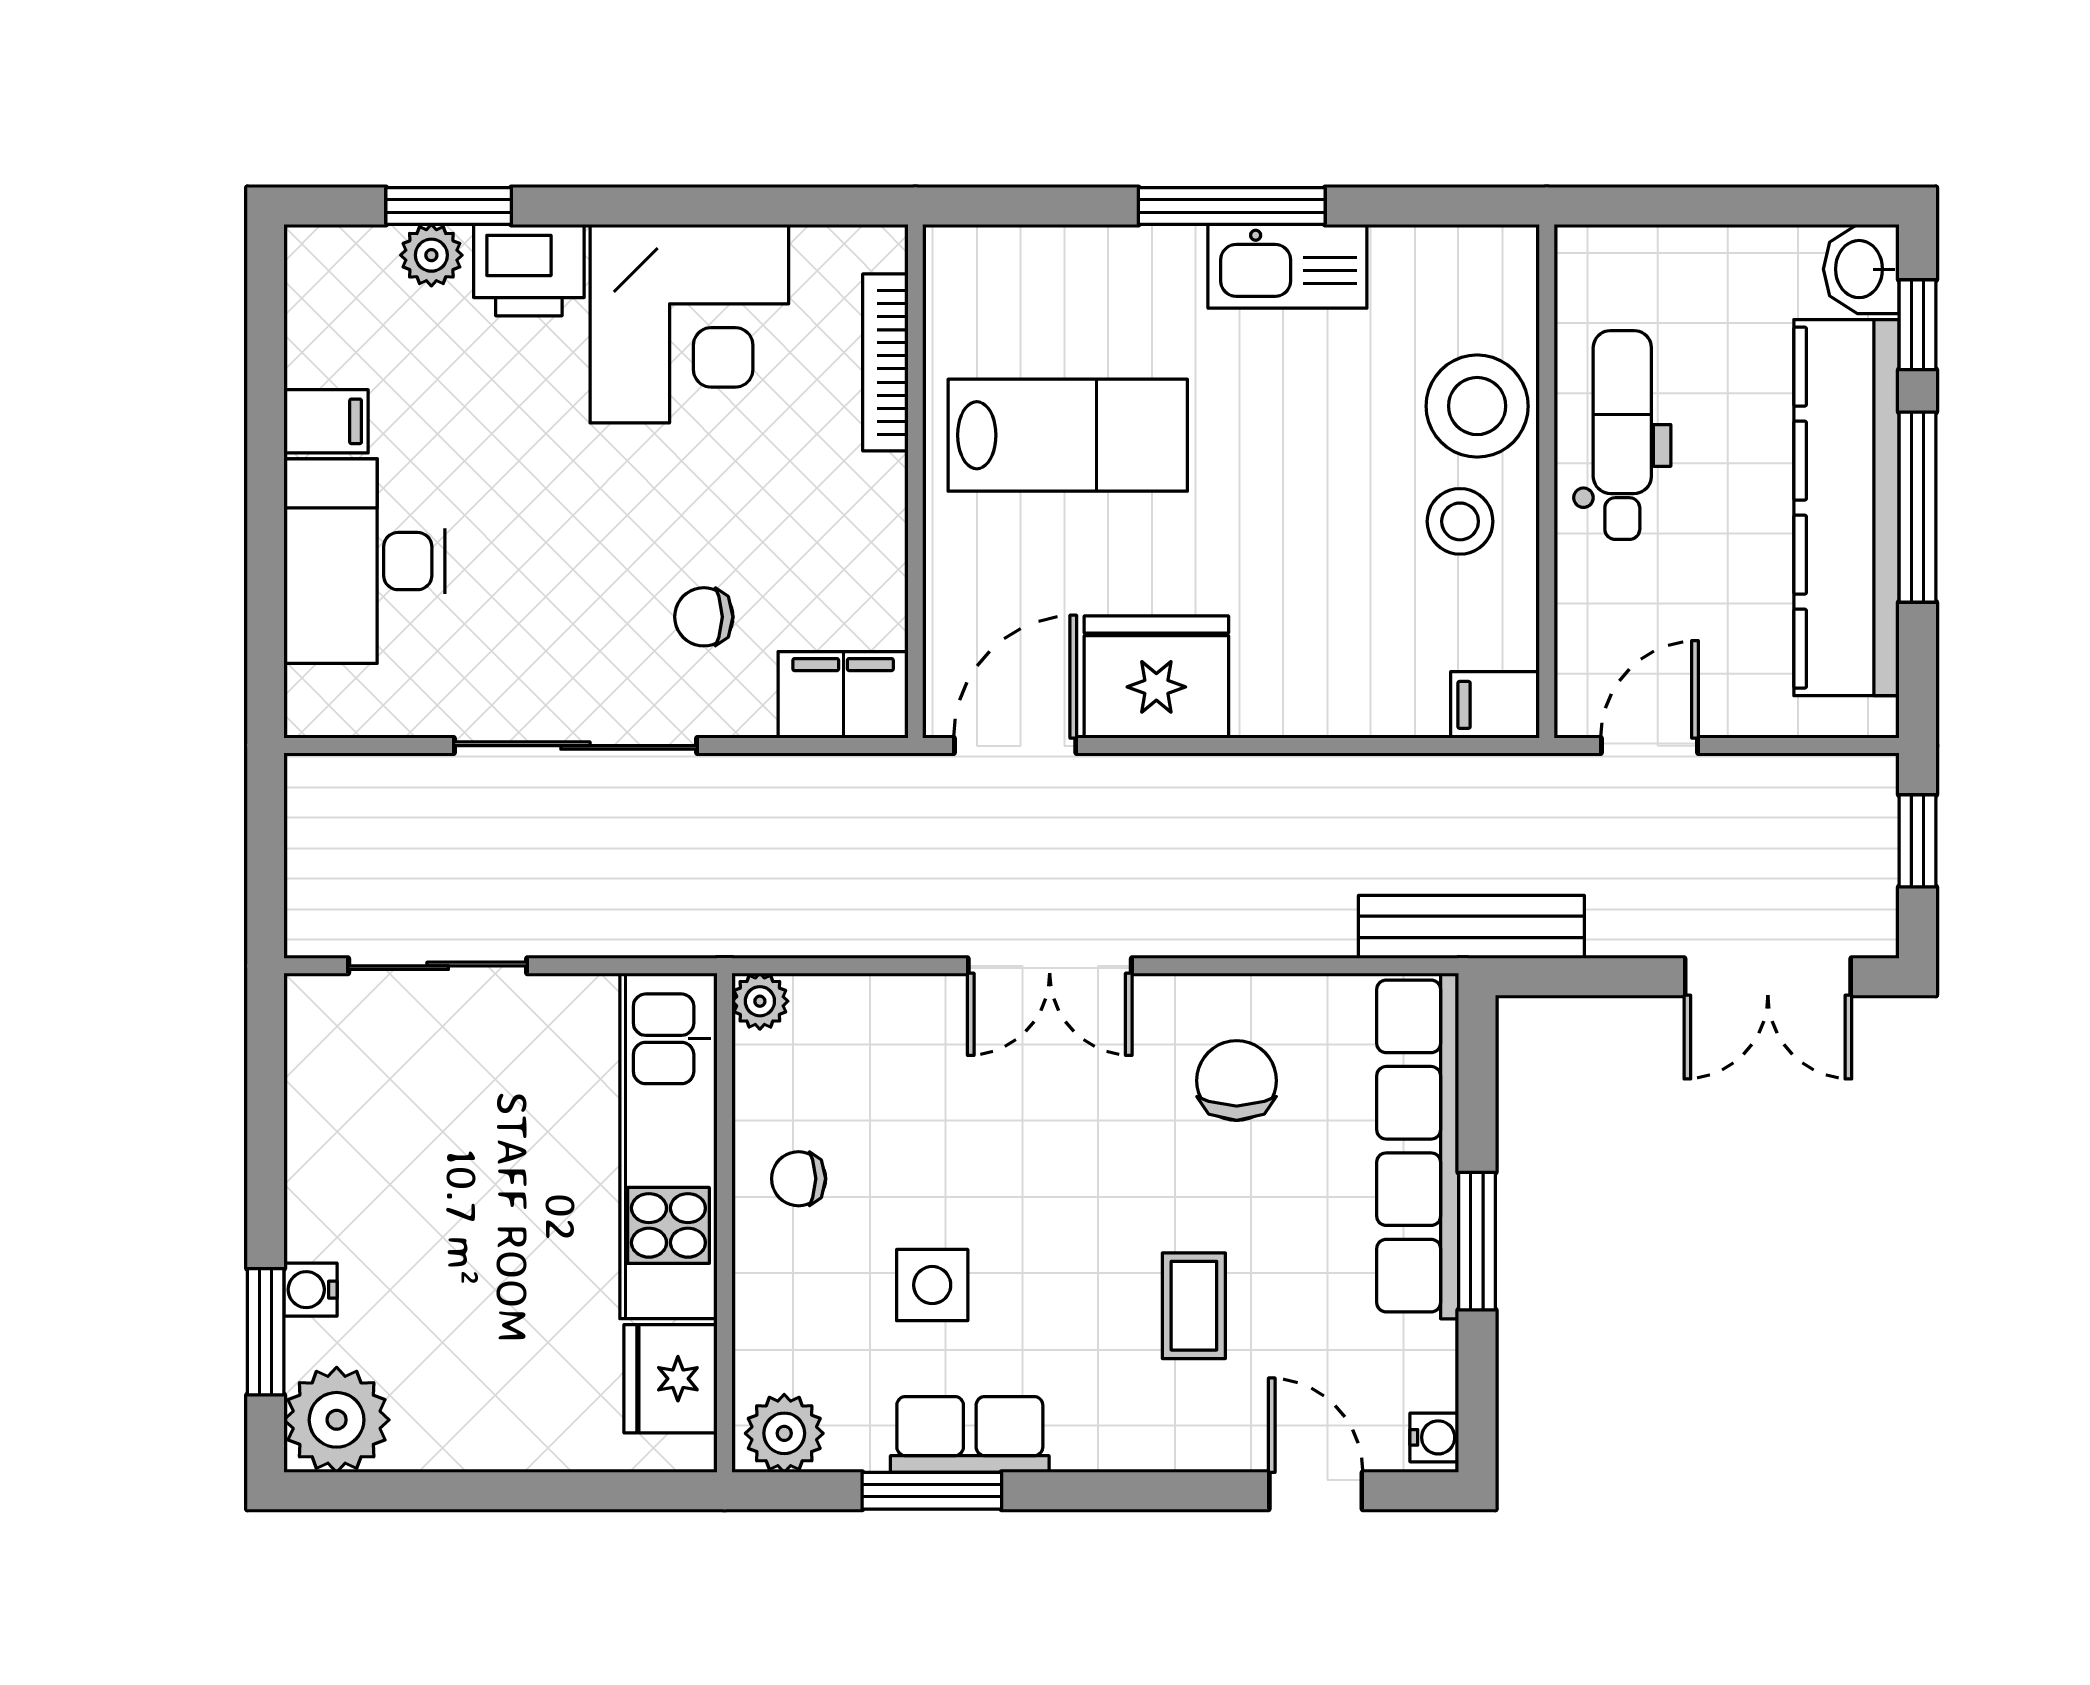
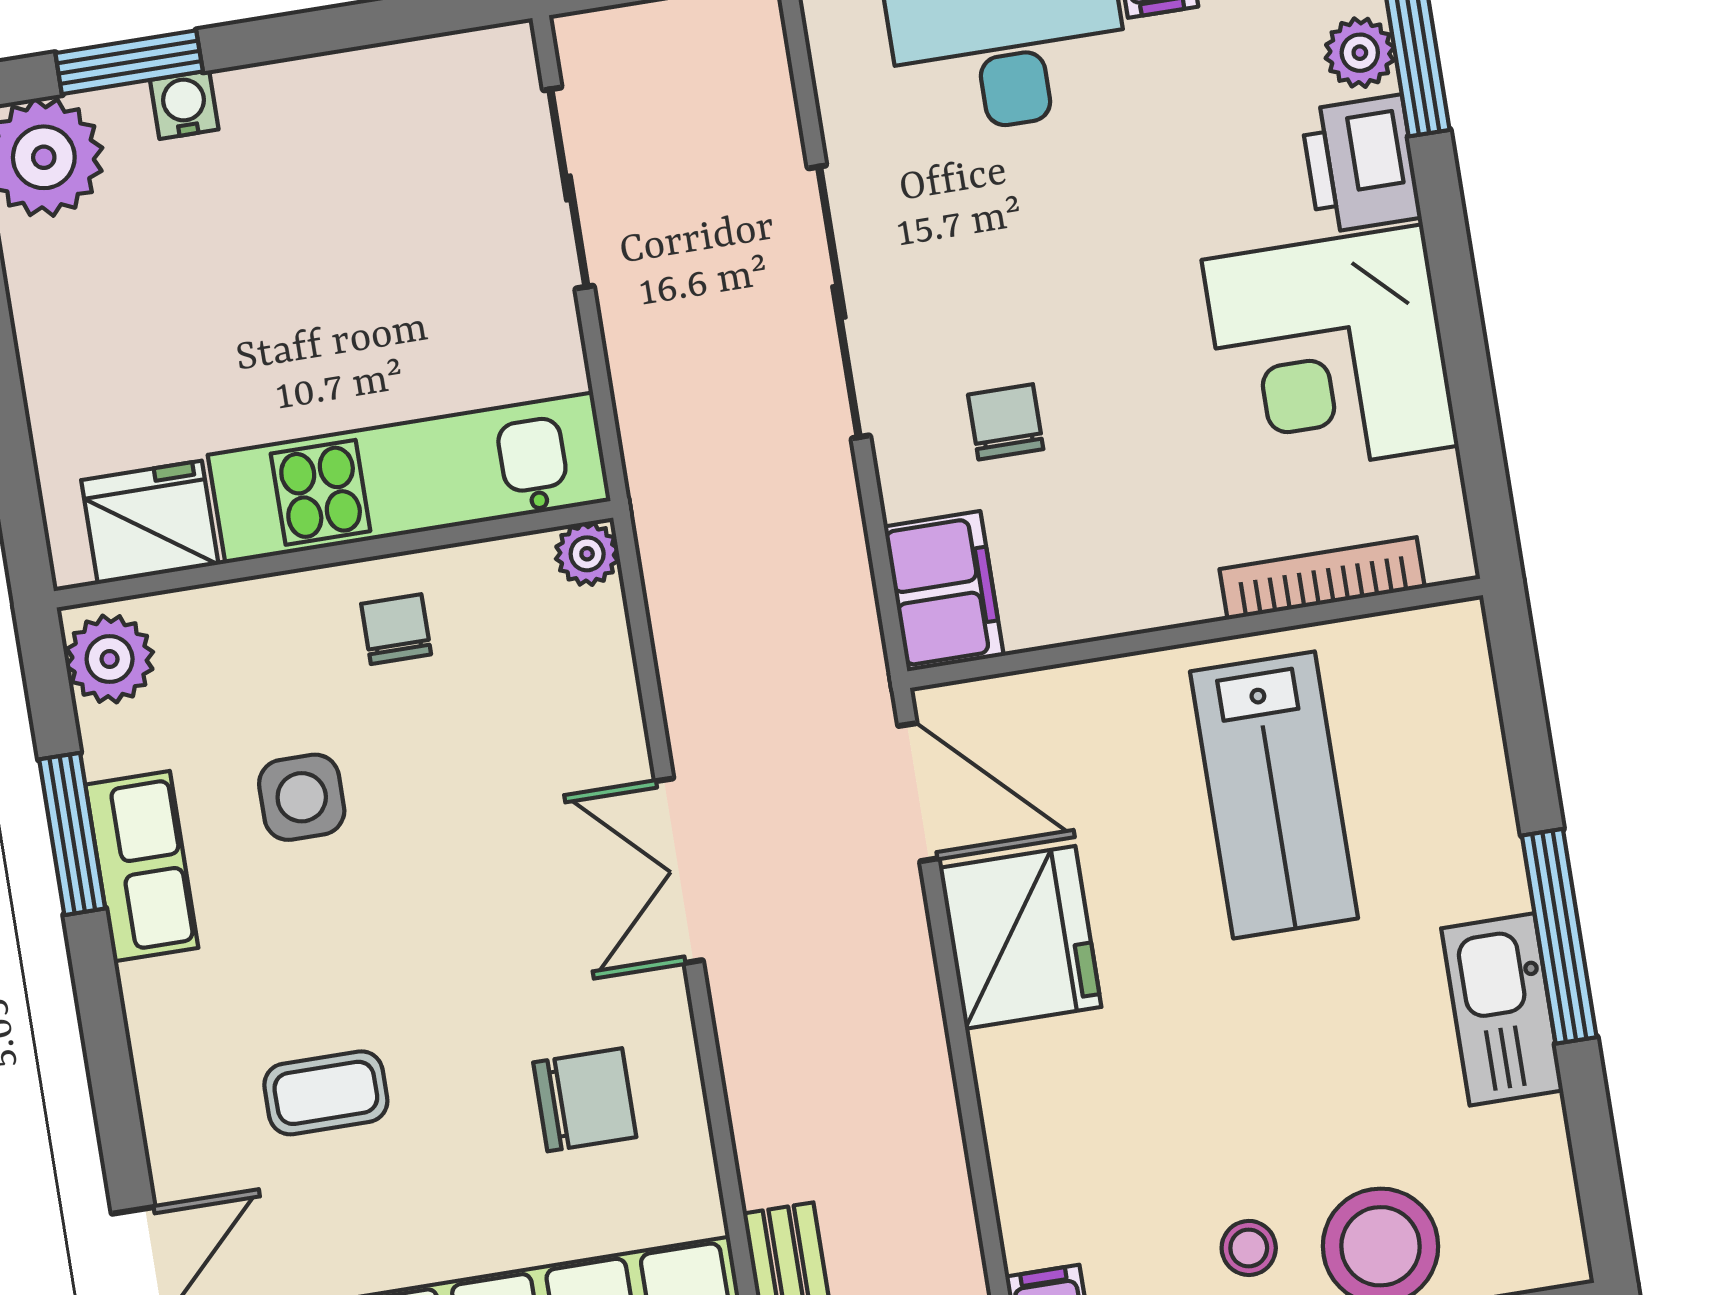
stool: (1460, 521) -> (1249, 1248), width x0.73, depth x0.73

